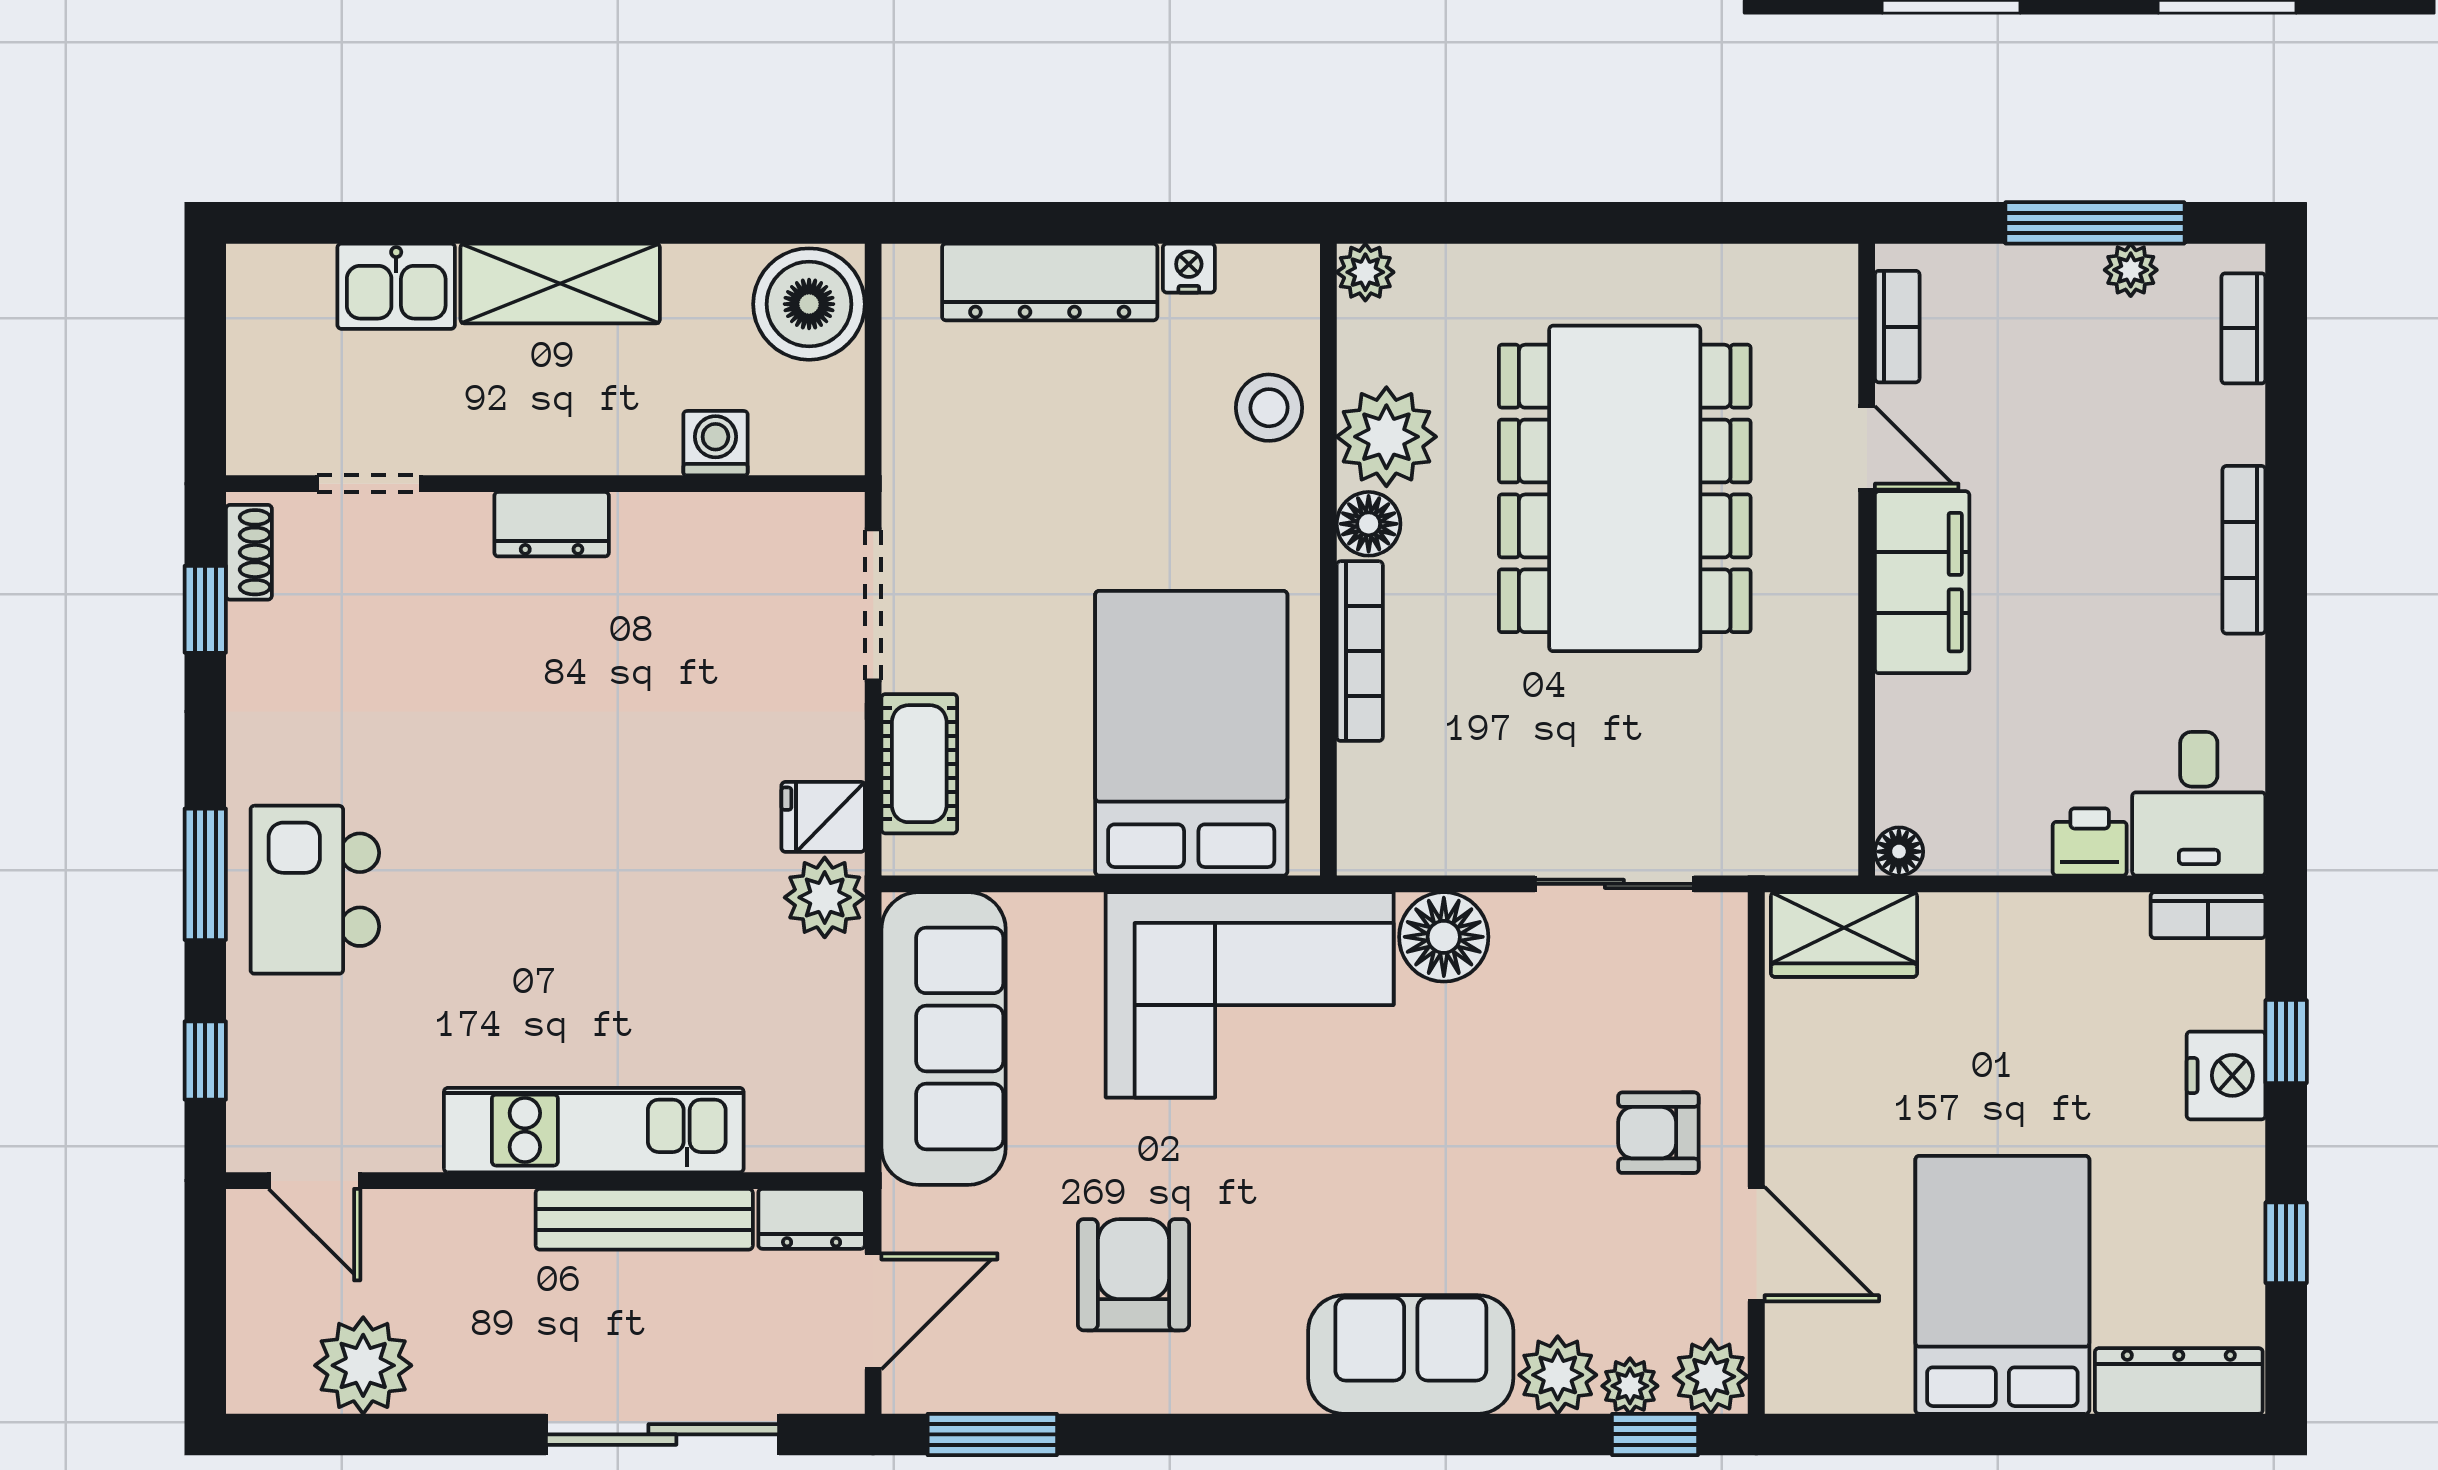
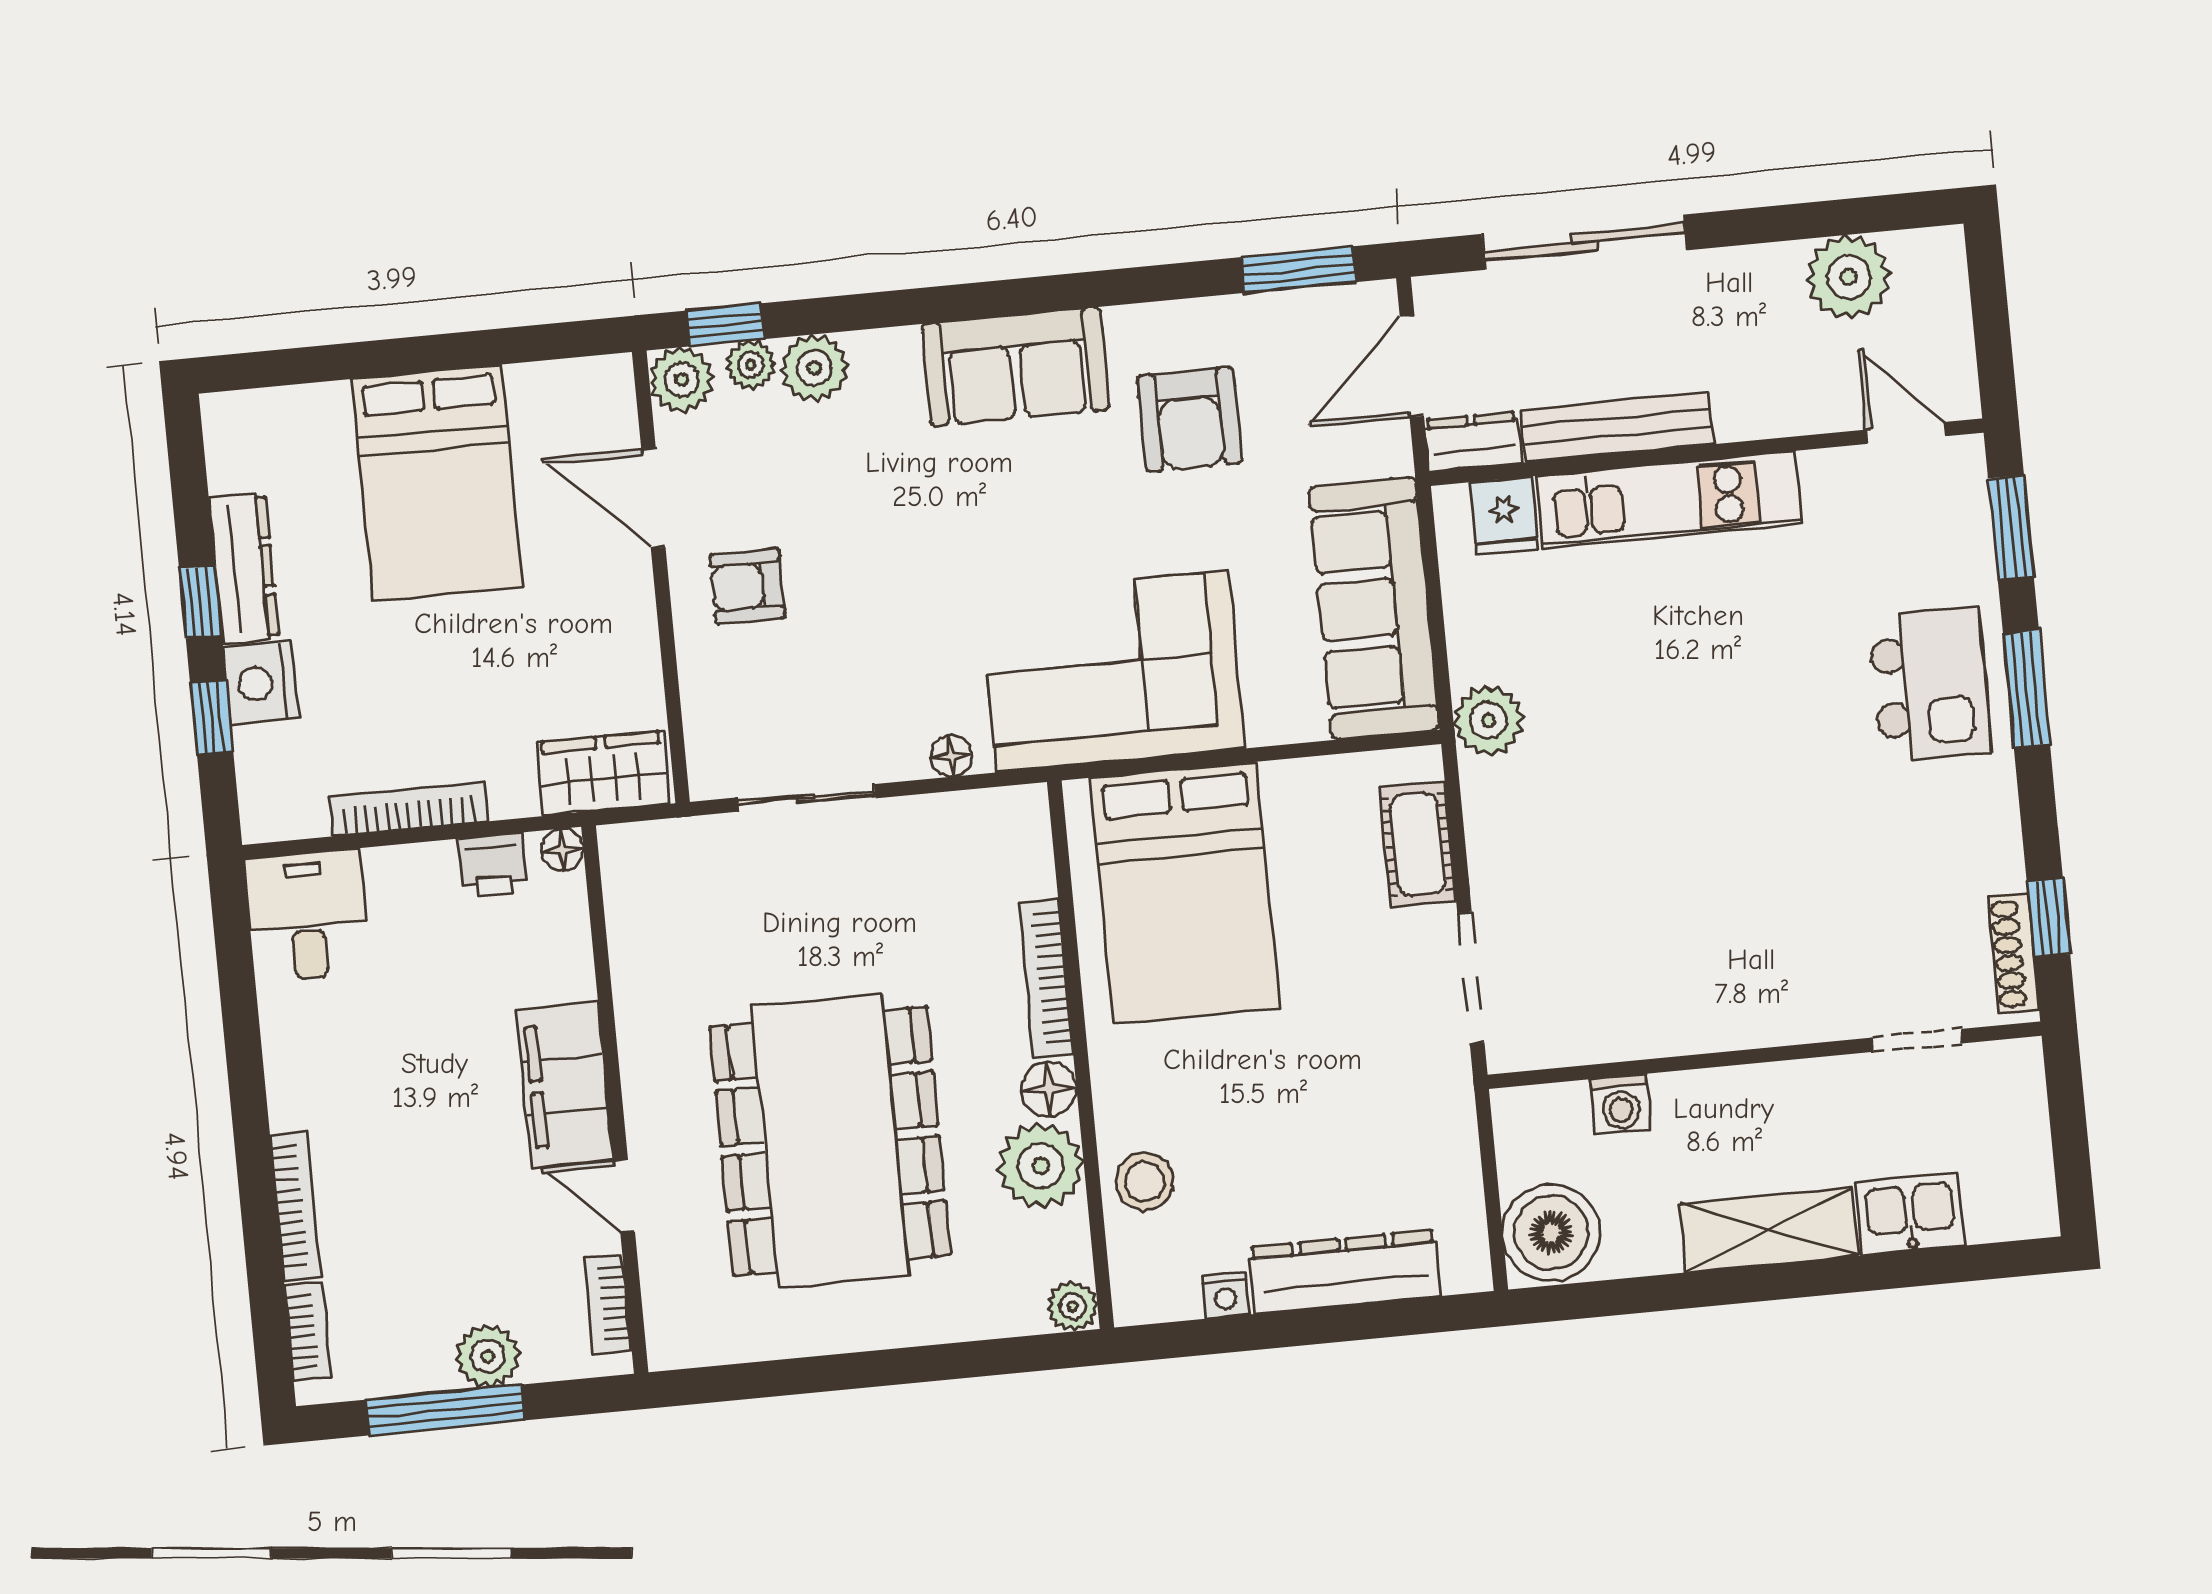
plant: (2131, 270) -> (488, 1356), moved, width x1.38, depth x1.38
dresser: (552, 524) -> (1756, 1021), removed
bookcase: (2244, 550) -> (296, 1206), moved
shoe rack: (249, 552) -> (2014, 954), width x1.43
fridge: (823, 817) -> (1504, 515), moved, turned 90
printer: (2090, 842) -> (492, 865), moved
bookcase: (2208, 915) -> (408, 809), moved, width x1.56
floor lamp: (1444, 937) -> (951, 756), width x0.53, depth x0.53
window: (205, 1061) -> (2011, 528), width x1.50
armchair: (1658, 1133) -> (747, 586), turned 180
window: (2286, 1243) -> (200, 602), moved
sofa: (1411, 1354) -> (1016, 367), moved
dresser: (2179, 1381) -> (244, 568), moved, turned -90

